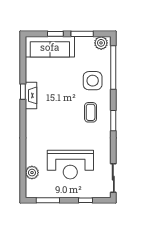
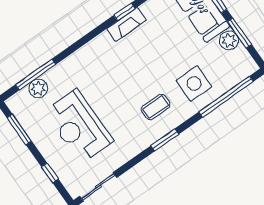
plant: (101, 43) -> (229, 40), moved
window: (23, 168) -> (36, 75), added

